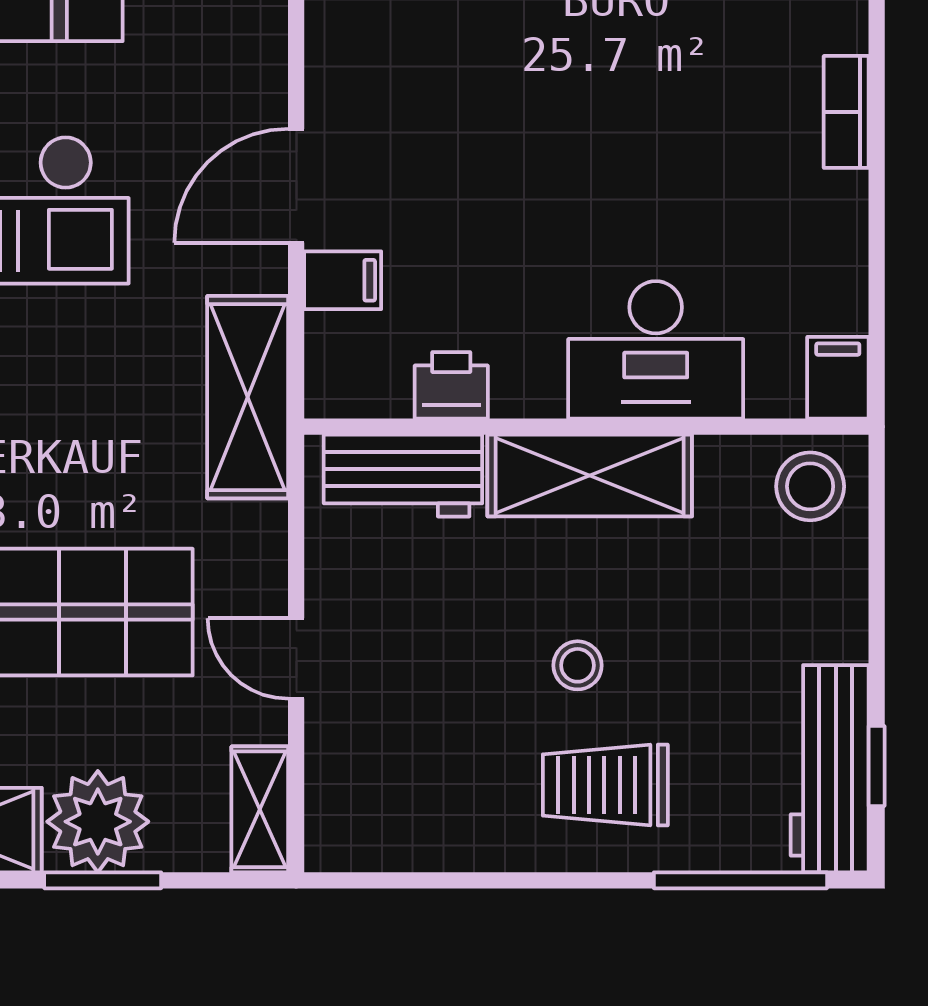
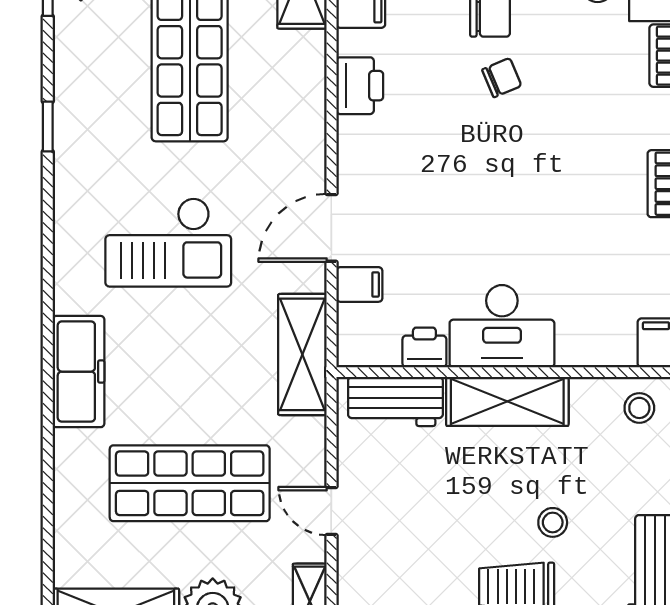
desk: (656, 350) -> (502, 326), moved
stool: (810, 486) -> (639, 408), width x0.73, depth x0.73
stool: (578, 665) -> (553, 522), moved

